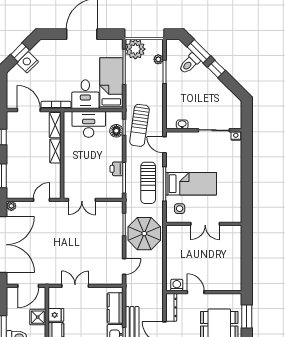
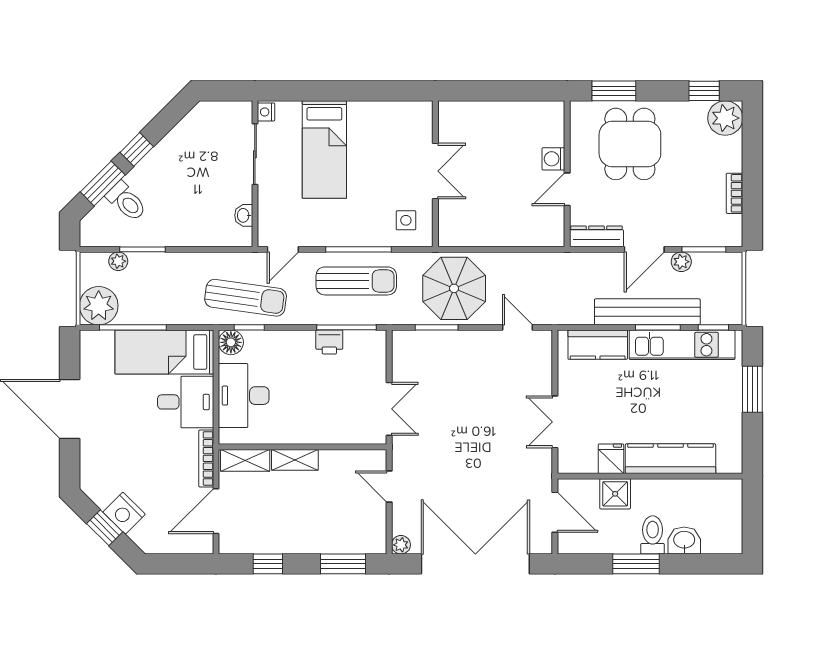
floor lamp: (116, 131) -> (231, 342), moved
bed: (191, 184) -> (324, 149), moved, turned 180
washing machine: (177, 285) -> (553, 159), moved

